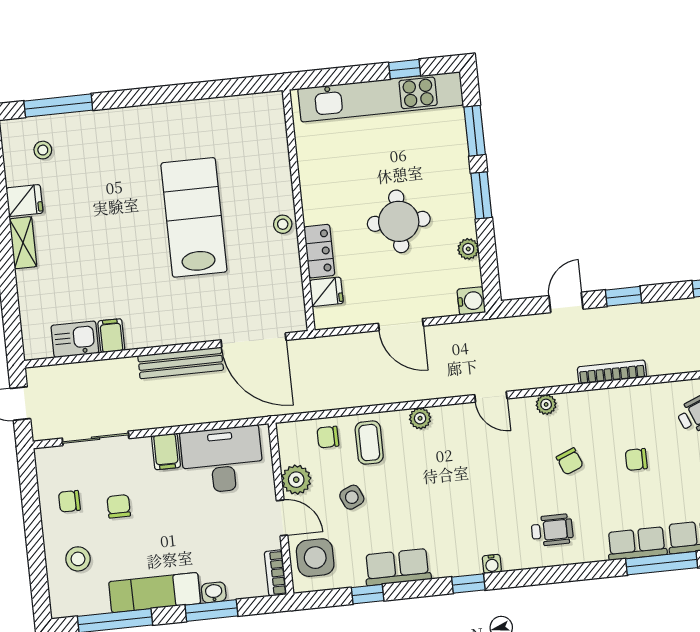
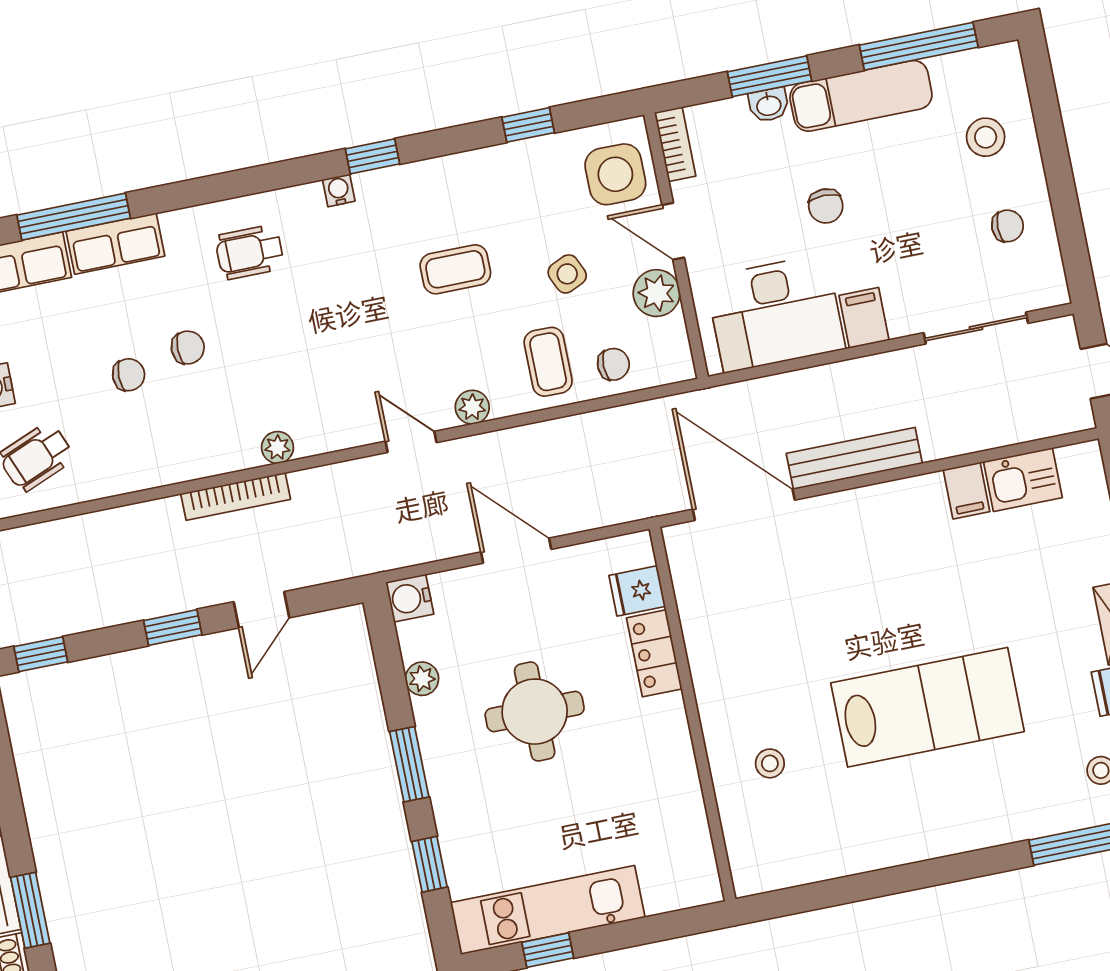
kitchen unit: (381, 97) -> (548, 910), width x0.73
window: (475, 131) -> (429, 864), width x0.67
lab bench: (194, 217) -> (928, 707), moved, turned -90
stool: (283, 224) -> (770, 763), moved
bookcase: (612, 372) -> (236, 496), moved
door: (491, 397) -> (411, 442), moved
chair: (570, 461) -> (188, 347), moved, turned 112
chair: (119, 506) -> (826, 206), moved
coffee table: (423, 507) -> (455, 269), added
row of seats: (397, 567) -> (486, 171), removed

